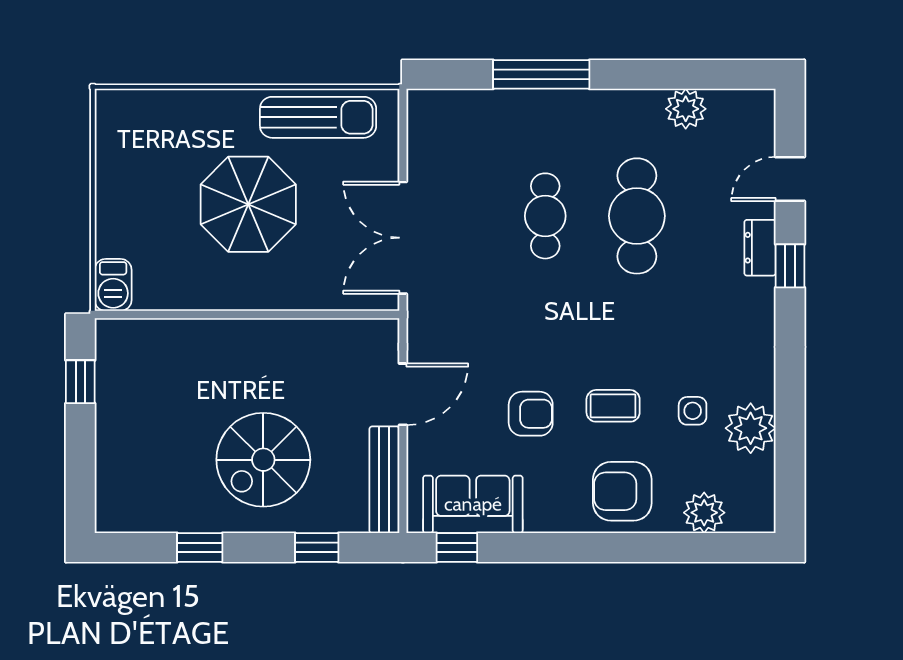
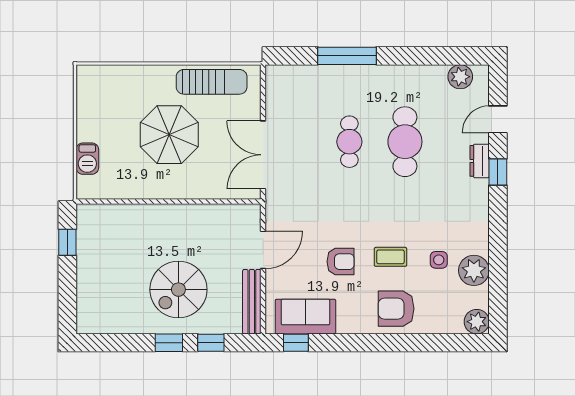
plant: (686, 109) -> (460, 77), moved
barbecue: (113, 285) -> (87, 159), moved
plant: (704, 513) -> (477, 322), moved
window: (200, 548) -> (169, 343), moved

